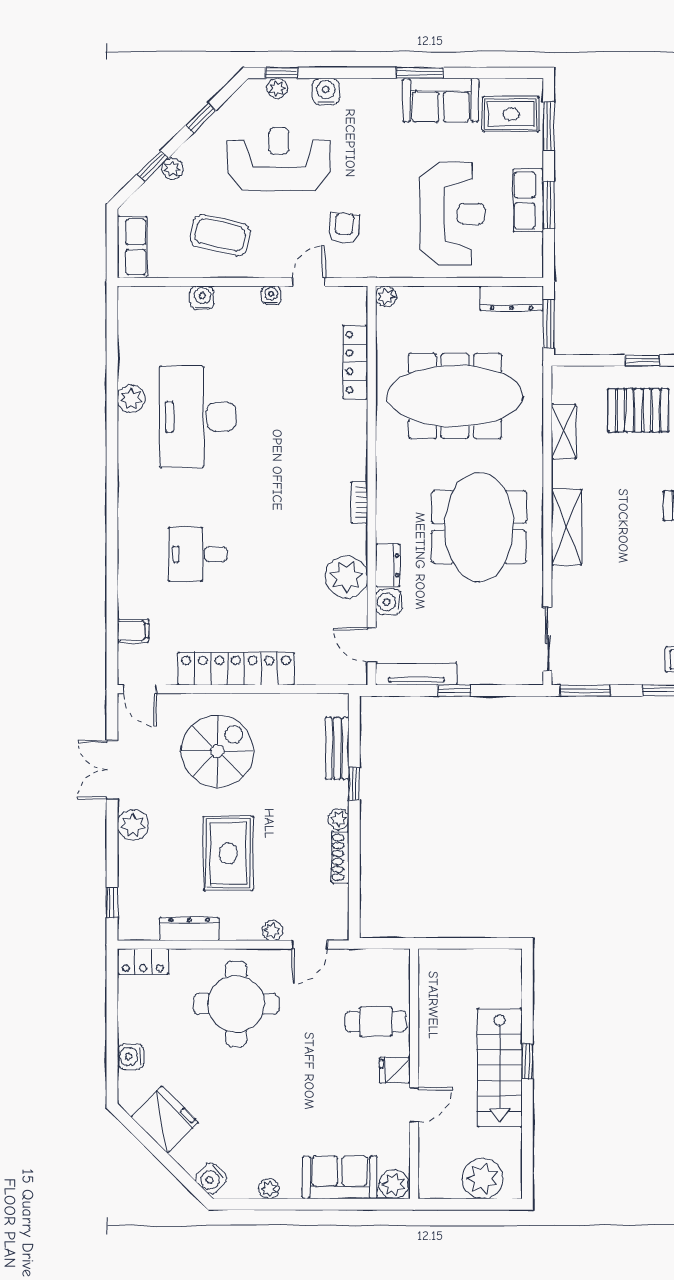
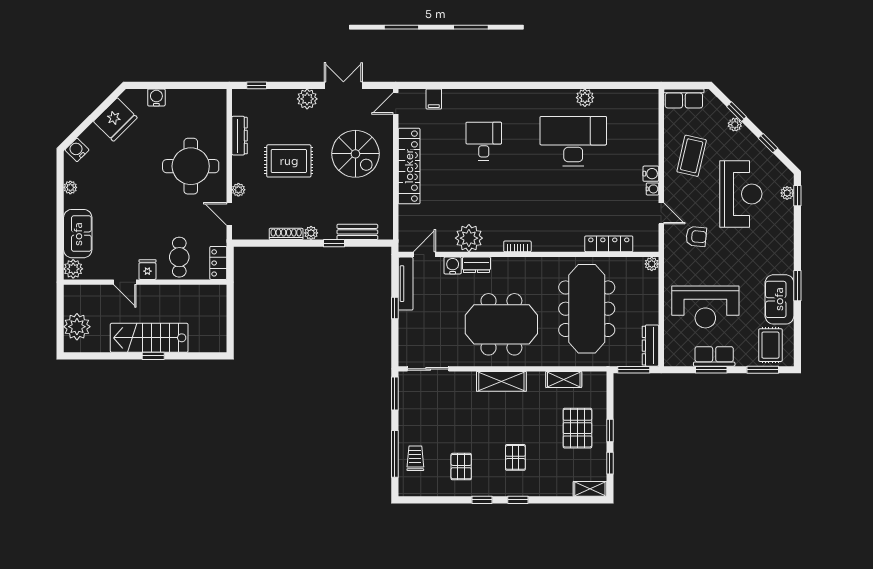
water cooler: (326, 92) -> (785, 224), removed
water cooler: (202, 298) -> (651, 174), moved
locker: (143, 962) -> (218, 263), moved

